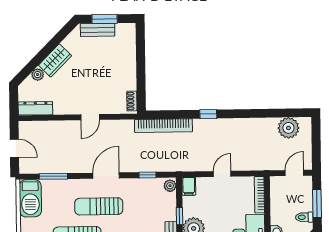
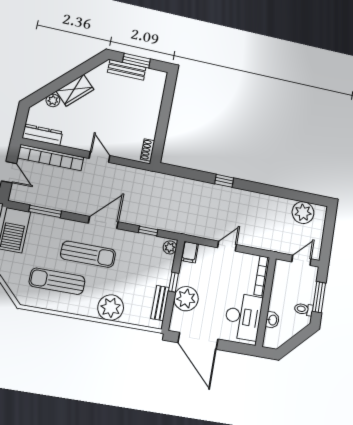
door: (90, 117) -> (100, 157), swing flipped
bookcase: (163, 126) -> (51, 158), moved
sun lounger: (99, 206) -> (88, 254), turned 180

